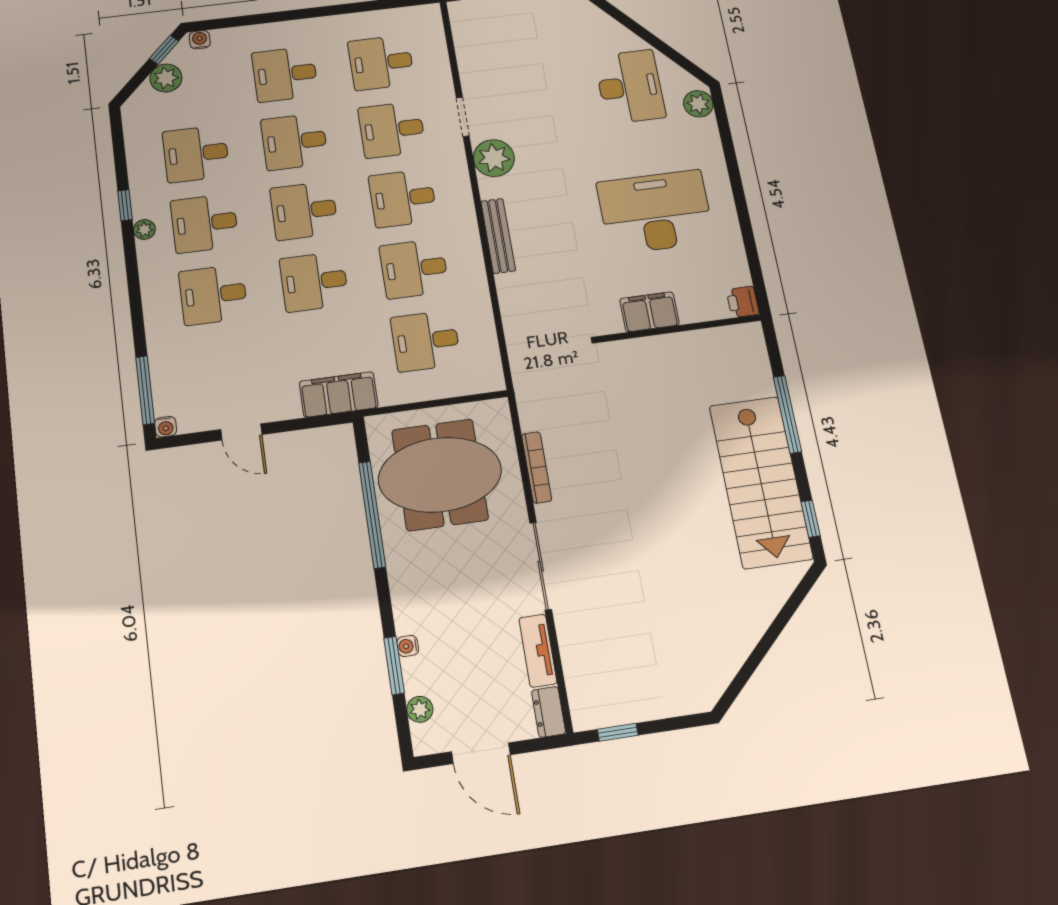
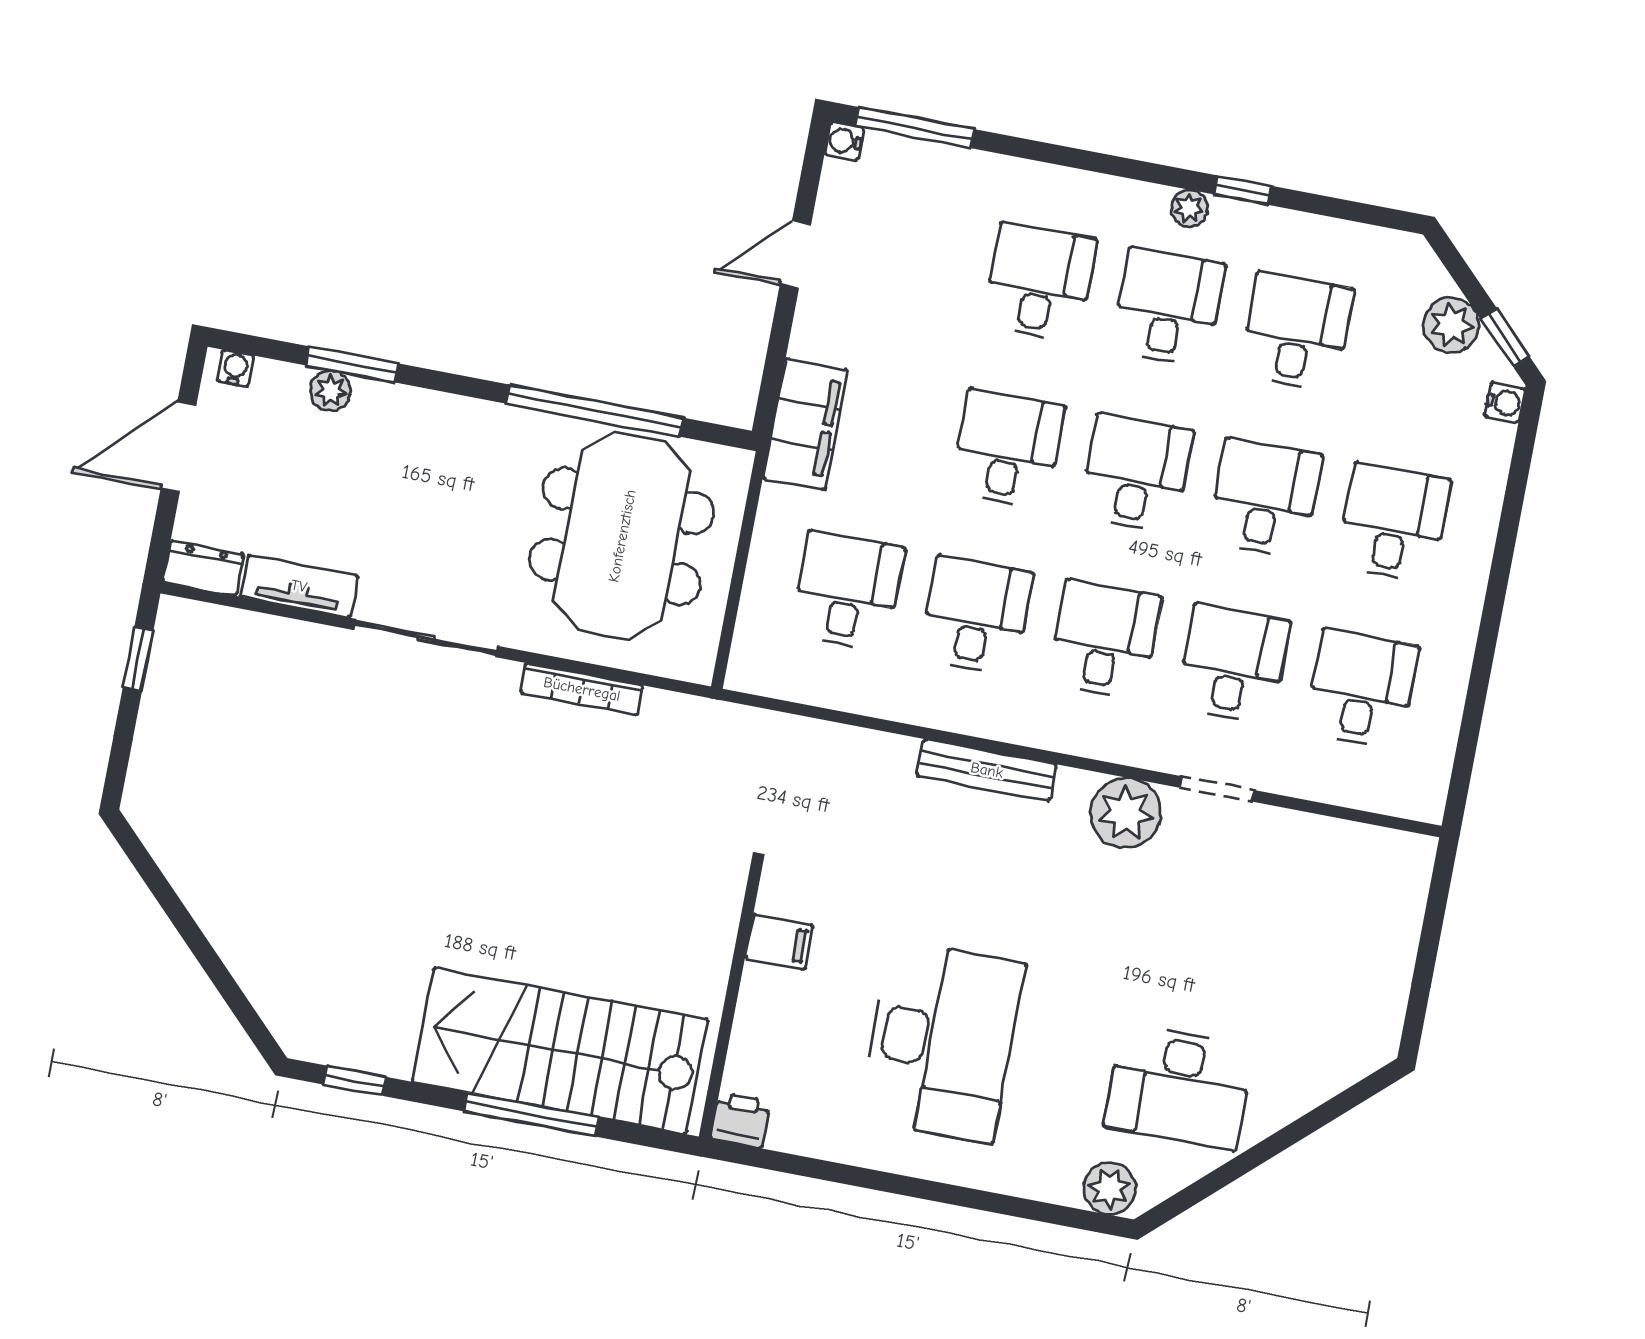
filing cabinet: (650, 312) -> (779, 942), width x0.50
stairs: (761, 482) -> (560, 1051), moved
water cooler: (408, 646) -> (235, 368), moved
plant: (420, 709) -> (330, 391), moved

